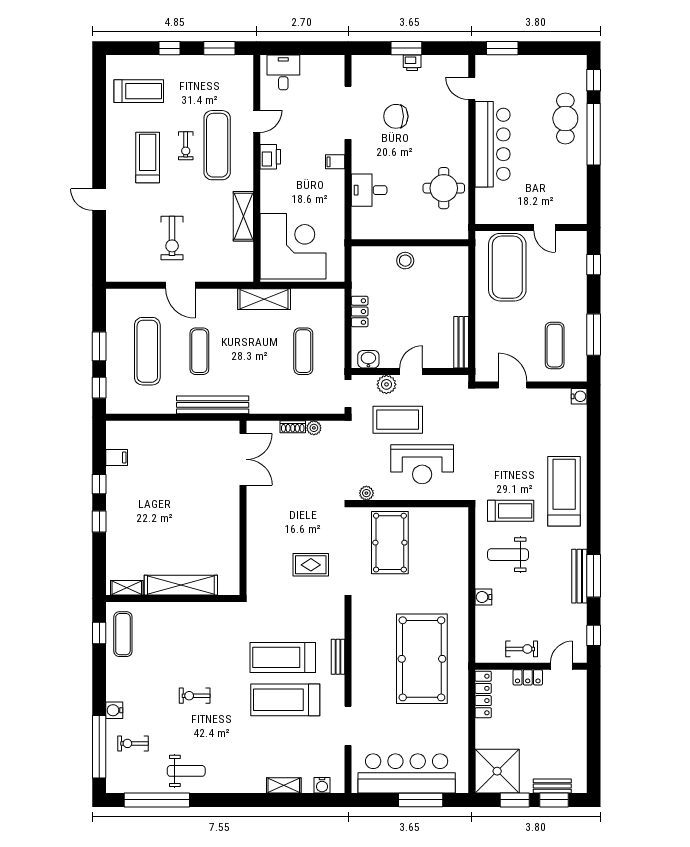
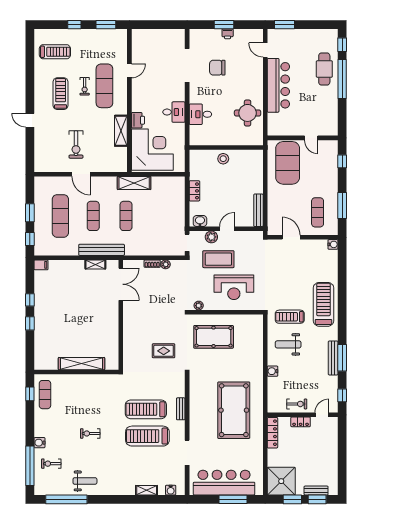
desk: (283, 72) -> (174, 112), moved, turned 90
printer: (270, 157) -> (138, 120), moved
filing cabinet: (335, 162) -> (179, 96), removed
exercise mat: (303, 351) -> (126, 216), moved
filing cabinet: (117, 458) -> (41, 265), moved
treadmill: (511, 511) -> (290, 317), turned 180
pool table: (390, 543) -> (214, 337), turned 90
shelving: (127, 588) -> (95, 264), moved

